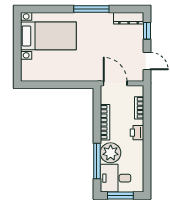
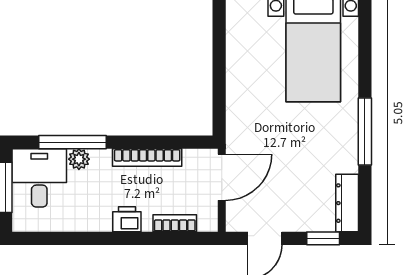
plant: (111, 153) -> (79, 159), width x0.53, depth x0.53

